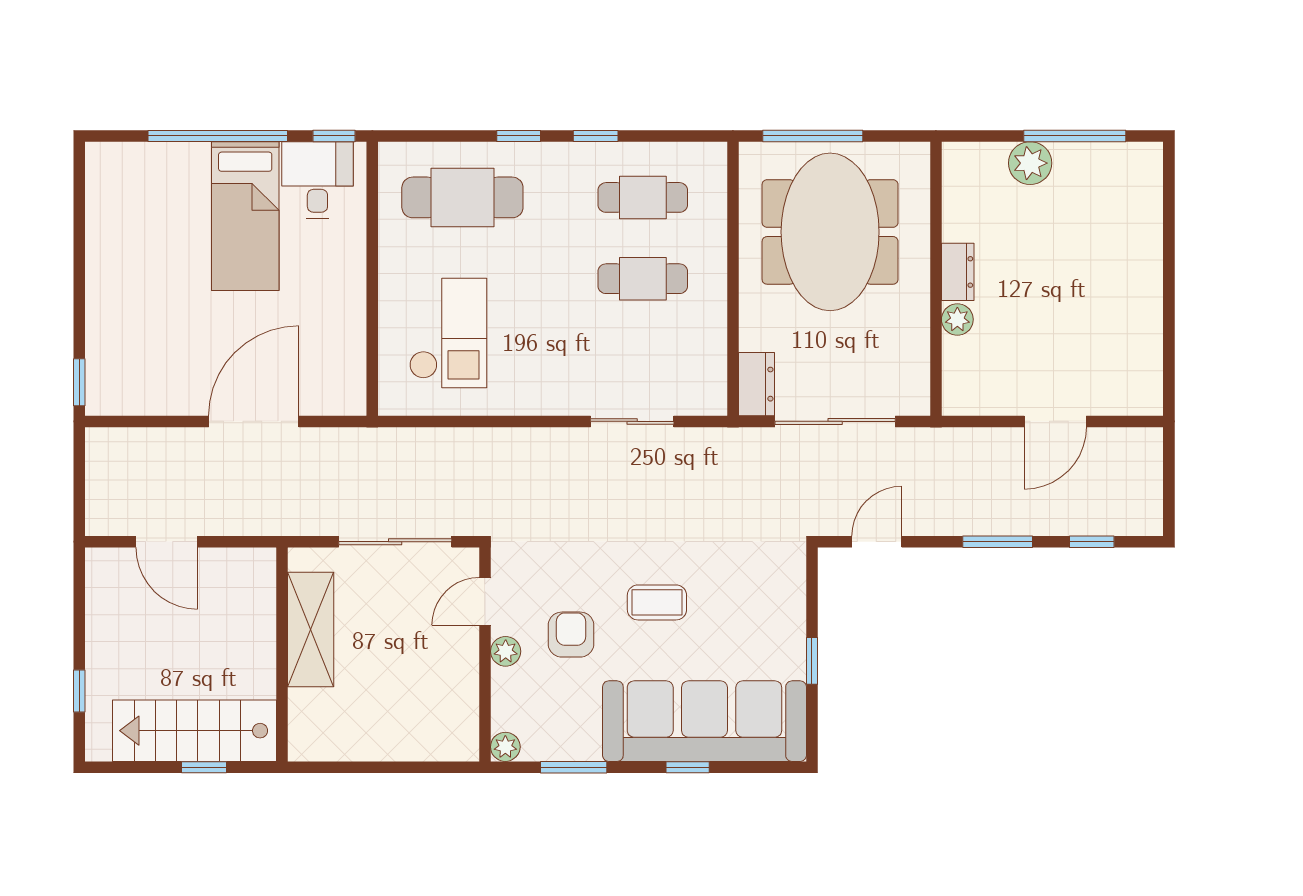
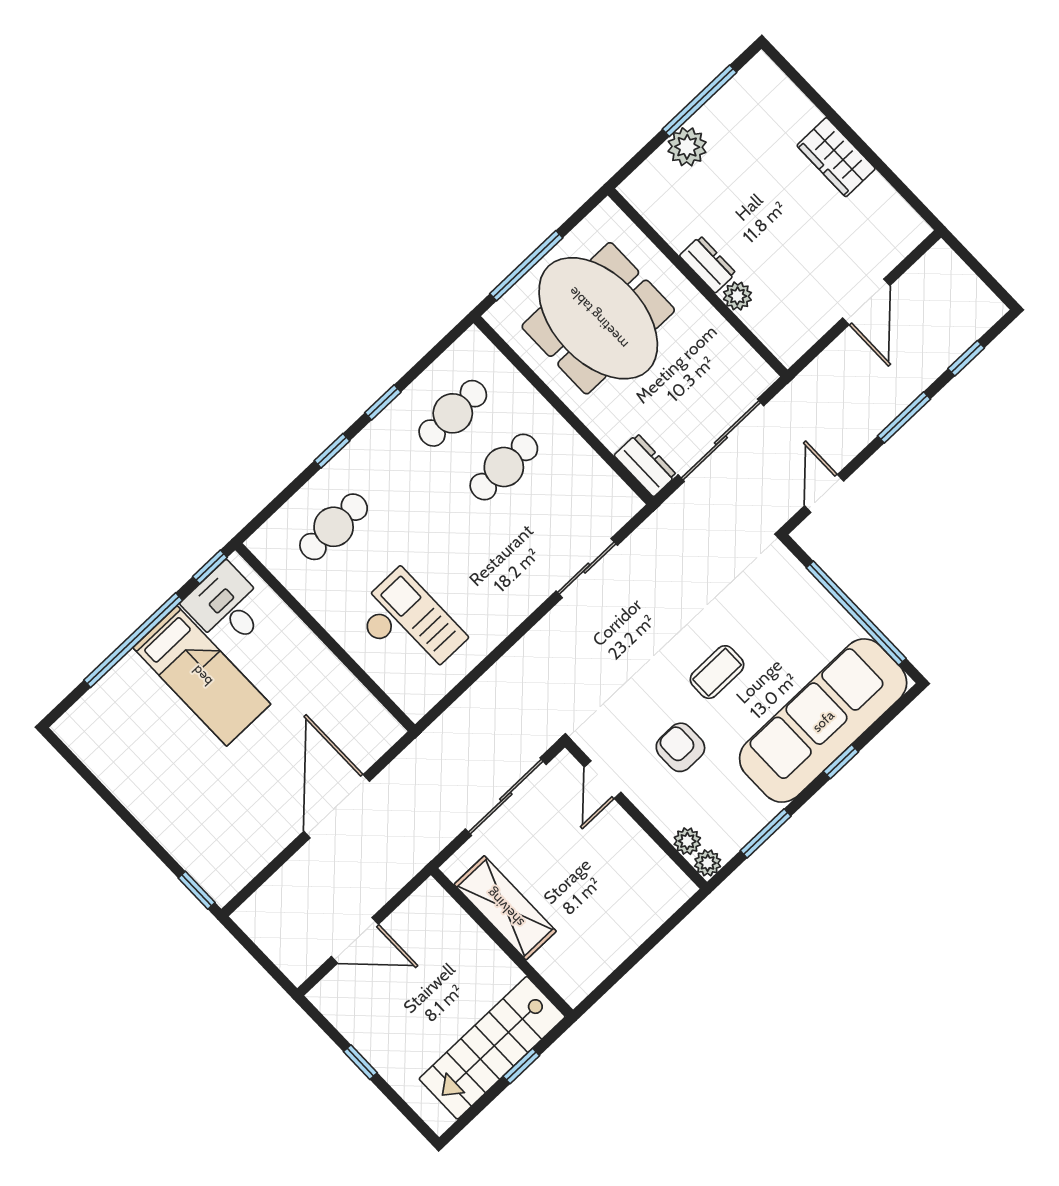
cafe table: (462, 197) -> (334, 527), width x0.73, depth x0.74
wardrobe: (1141, 284) -> (836, 157), added
plant: (506, 651) -> (687, 841), moved
window: (812, 661) -> (856, 613), width x3.17
window: (79, 691) -> (360, 1062), moved

